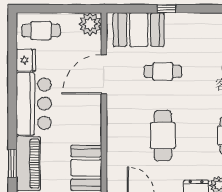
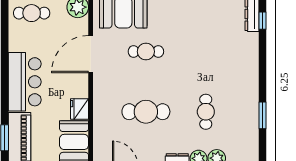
fridge: (26, 60) -> (80, 109), moved, turned 180
cafe table: (163, 136) -> (146, 112), turned 90

